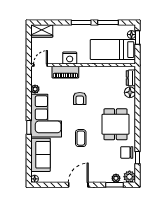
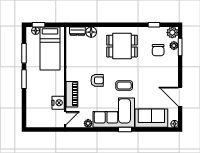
wardrobe: (42, 31) -> (32, 117), removed
nightstand: (70, 58) -> (58, 103), moved
door: (41, 65) -> (65, 118), swing flipped
coffee table: (81, 138) -> (124, 86), moved
chair: (127, 152) -> (158, 50), moved
door: (78, 185) -> (180, 97), moved

